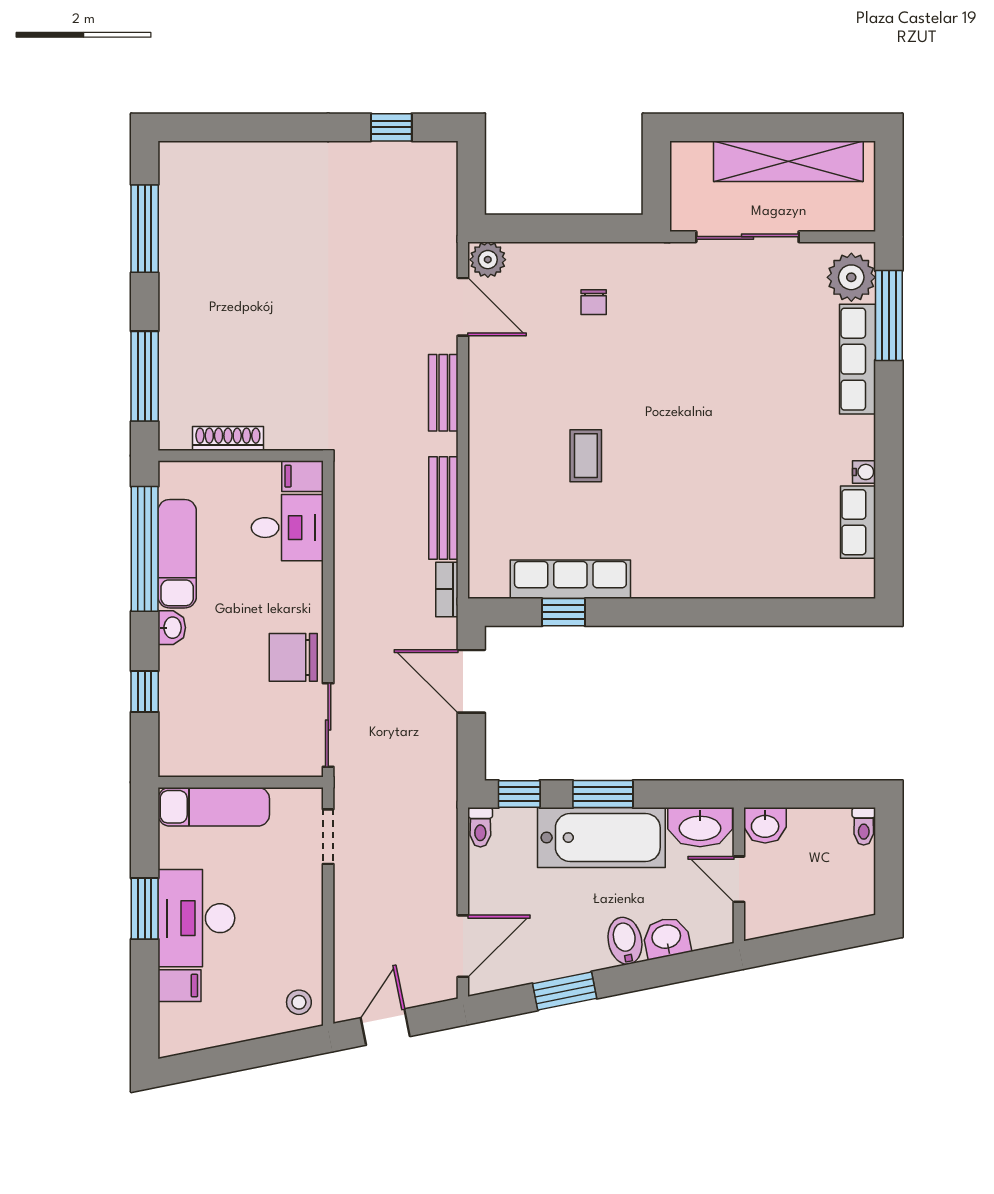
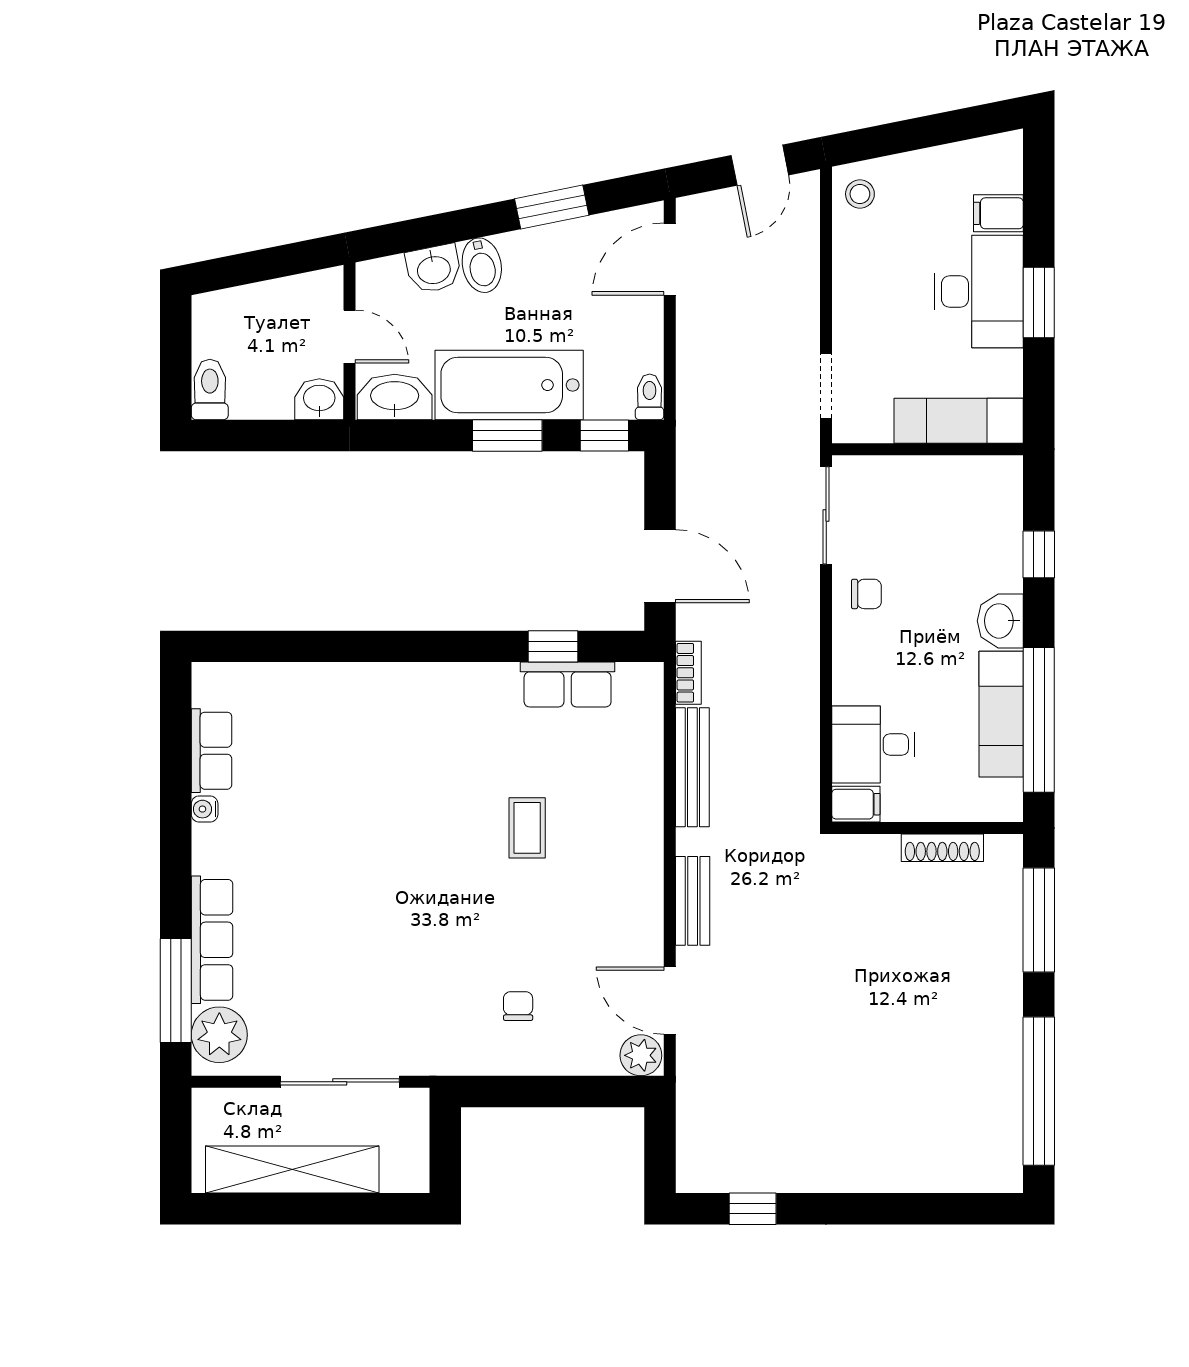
window: (145, 229) -> (1039, 1091), width x1.46
row of seats: (570, 579) -> (568, 685), width x0.68
washbasin: (172, 628) -> (1000, 621), width x1.38, depth x1.45
chair: (293, 657) -> (866, 594), width x0.54, depth x0.54
toilet: (864, 826) -> (210, 390), width x1.37, depth x1.39

